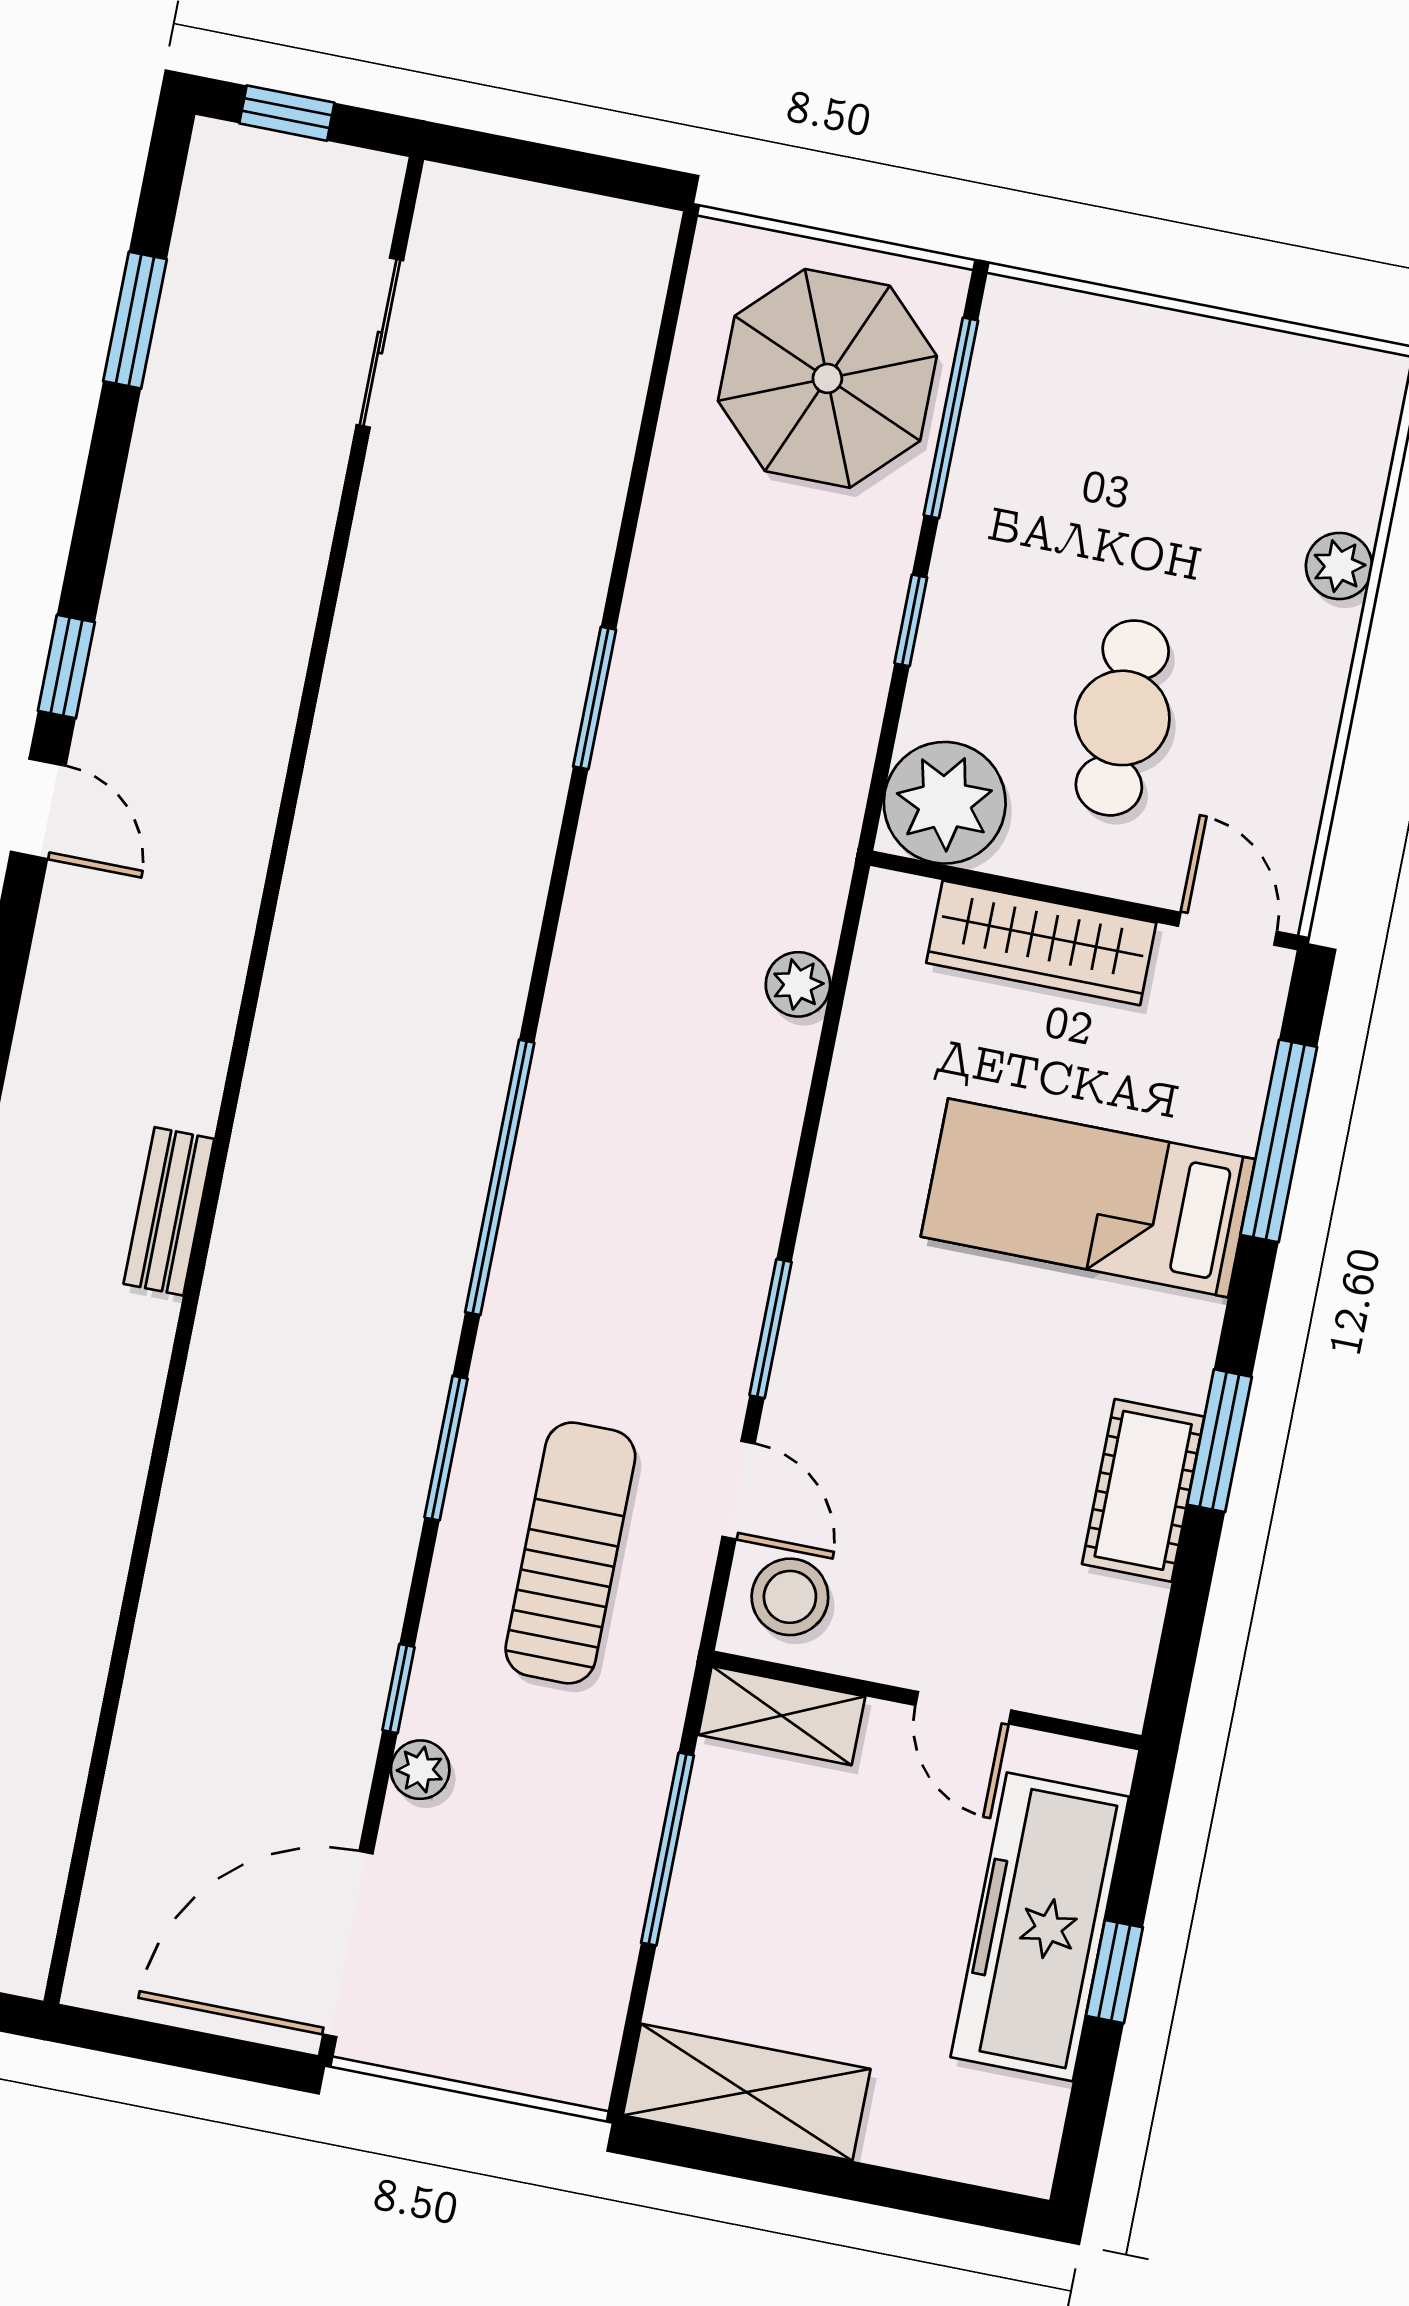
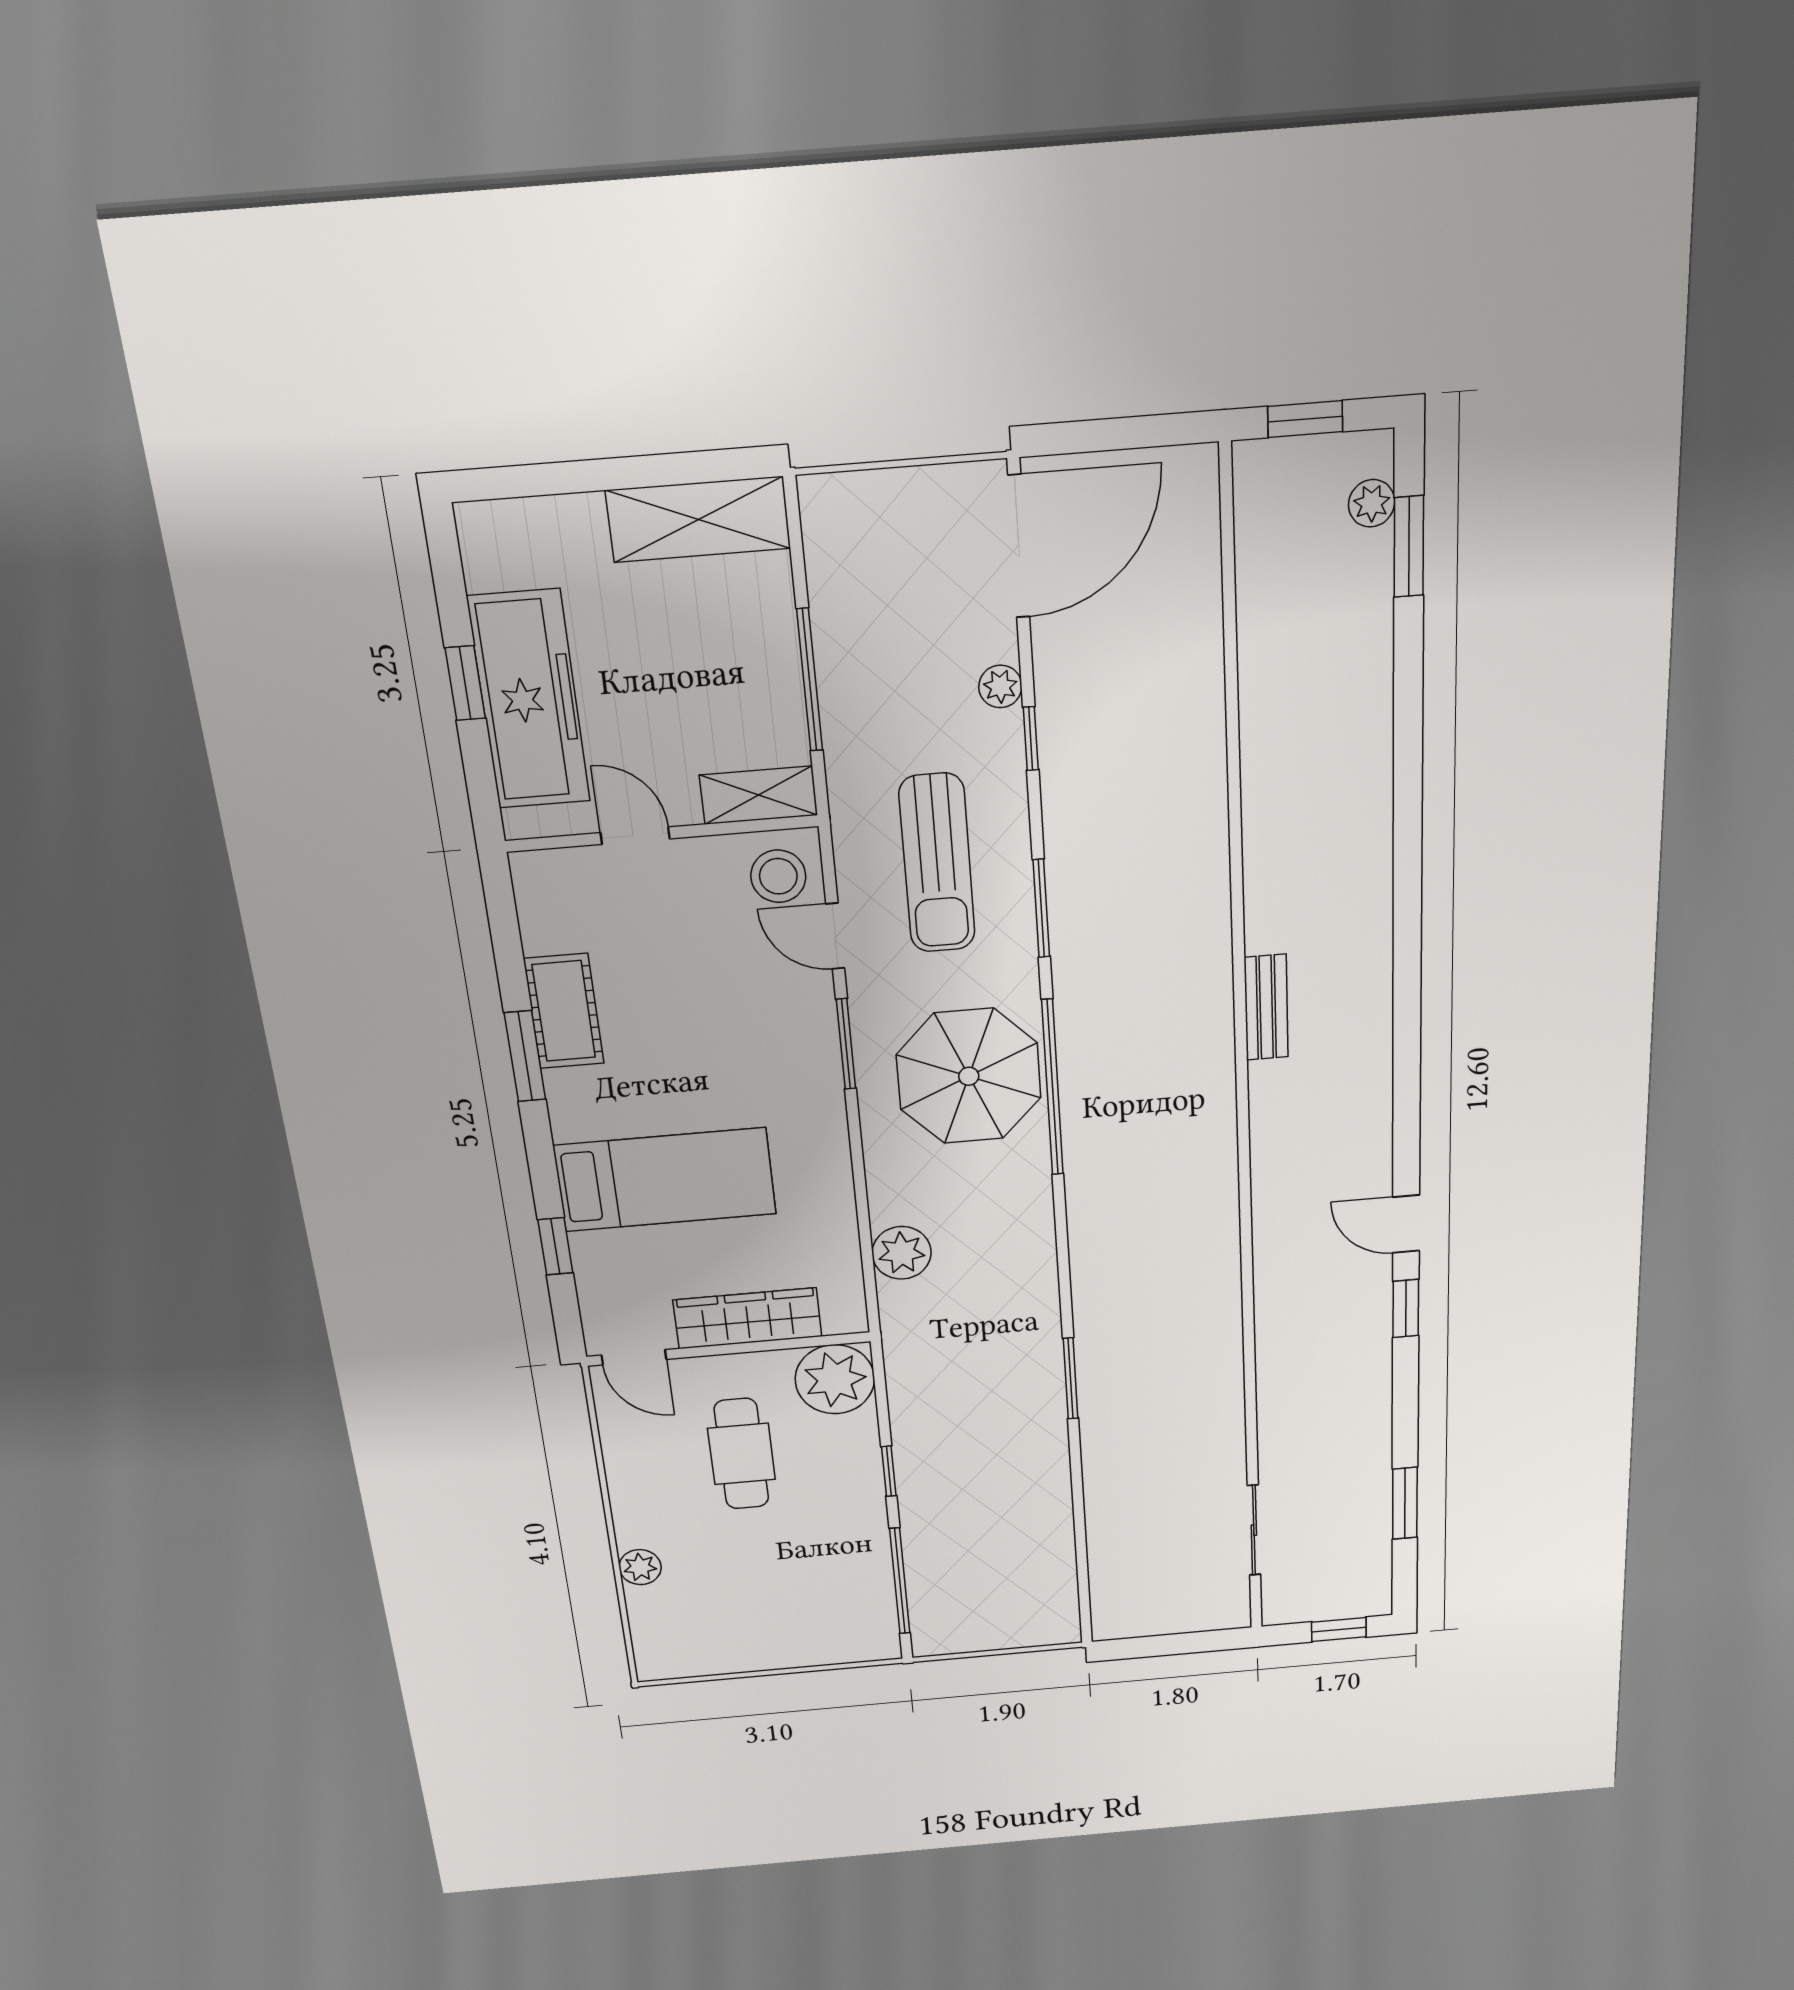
parasol: (827, 378) -> (969, 1076), moved
plant: (798, 984) -> (902, 1253), width x1.38, depth x1.38
window: (1279, 1141) -> (555, 1246), width x0.46

